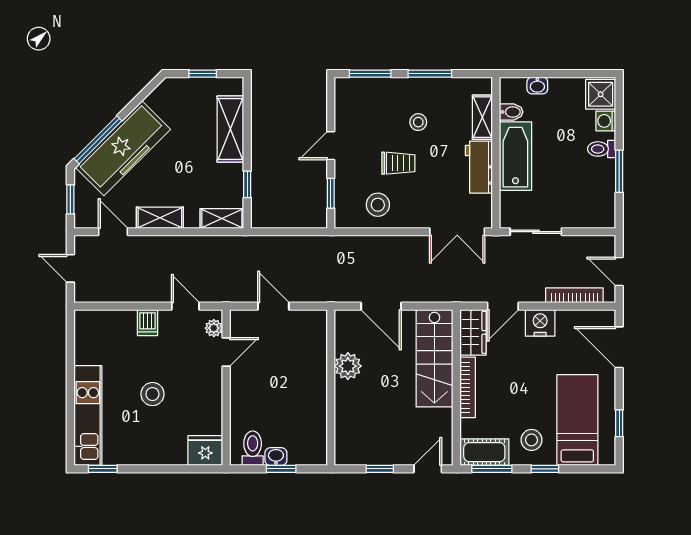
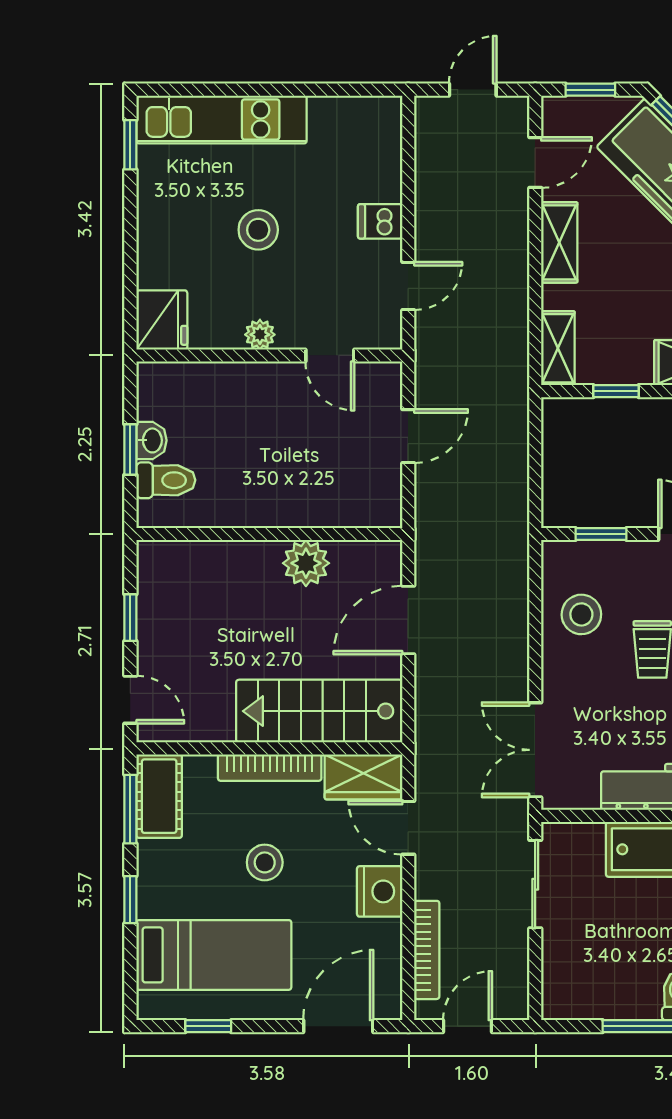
plant: (214, 328) -> (260, 335), moved
stool: (531, 440) -> (265, 862), moved
toilet: (253, 448) -> (166, 480), moved

